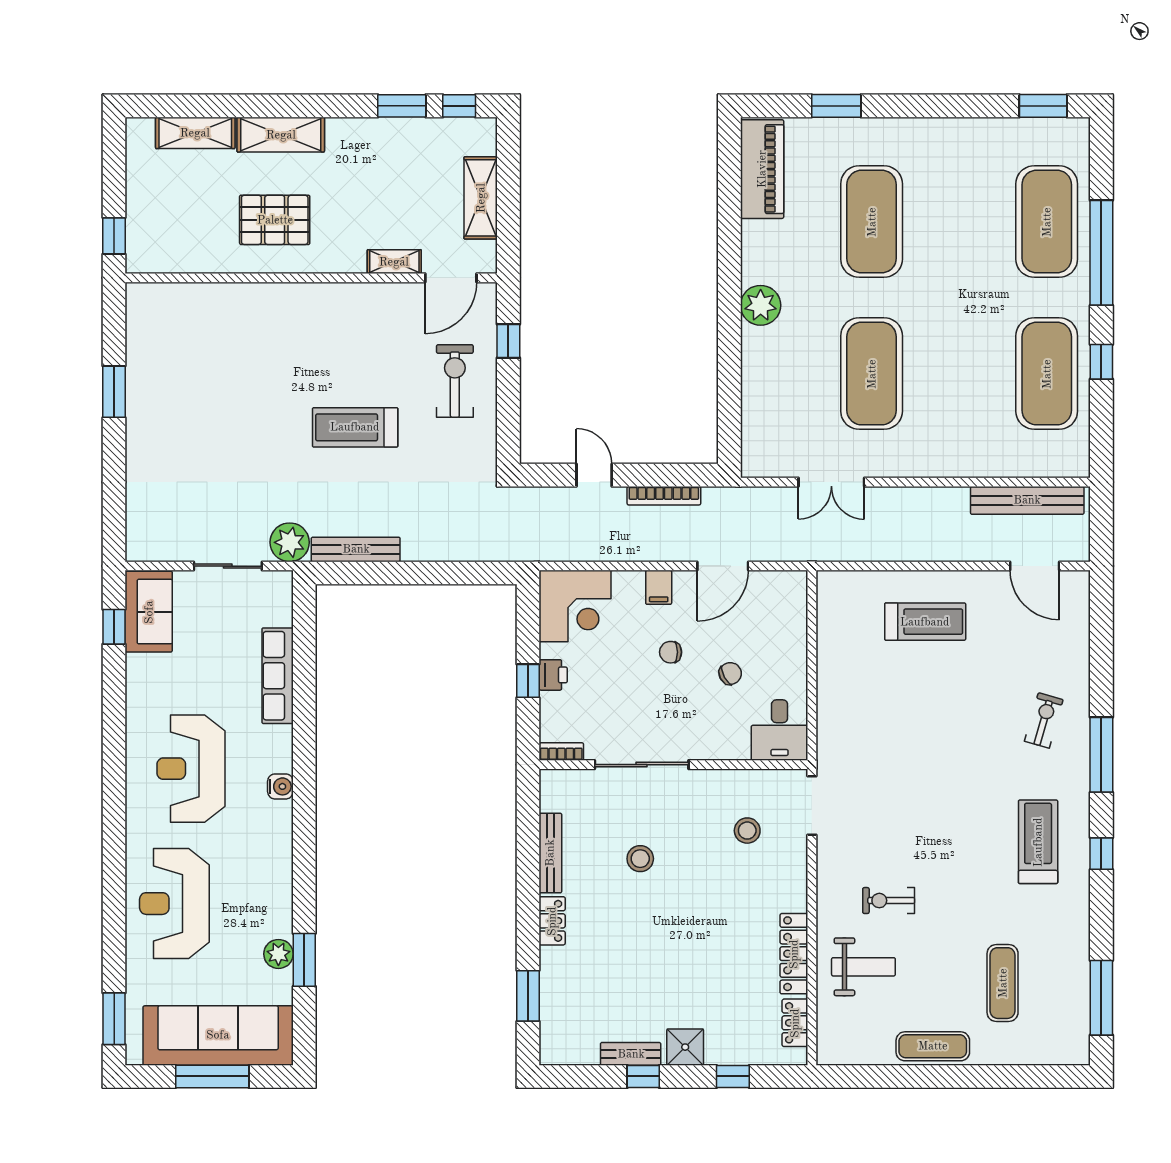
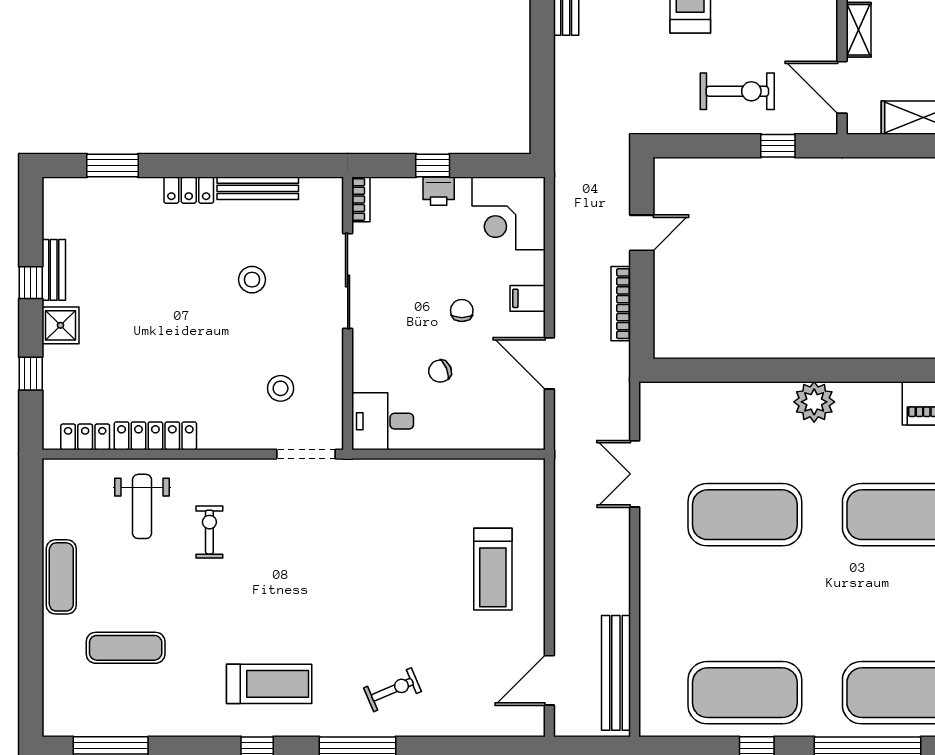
chair: (730, 674) -> (440, 371), turned 95
exercise bike: (1044, 720) -> (392, 690), turned -39

